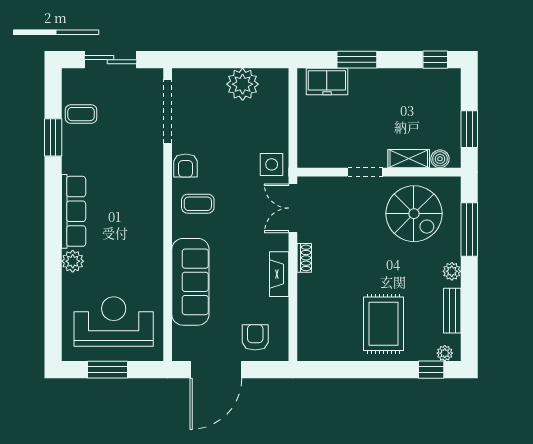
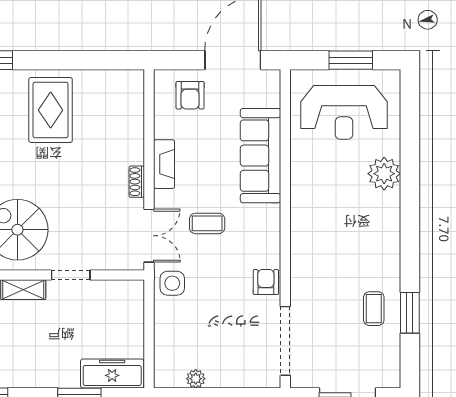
freezer: (327, 81) -> (112, 373), width x1.40
plant: (243, 84) -> (196, 379), width x0.53, depth x0.53
coffee table: (81, 114) -> (374, 309), moved, turned 90
coffee table: (198, 204) -> (207, 223), moved
row of seats: (74, 211) -> (388, 232), removed
plant: (73, 261) -> (384, 174), width x1.36, depth x1.36

